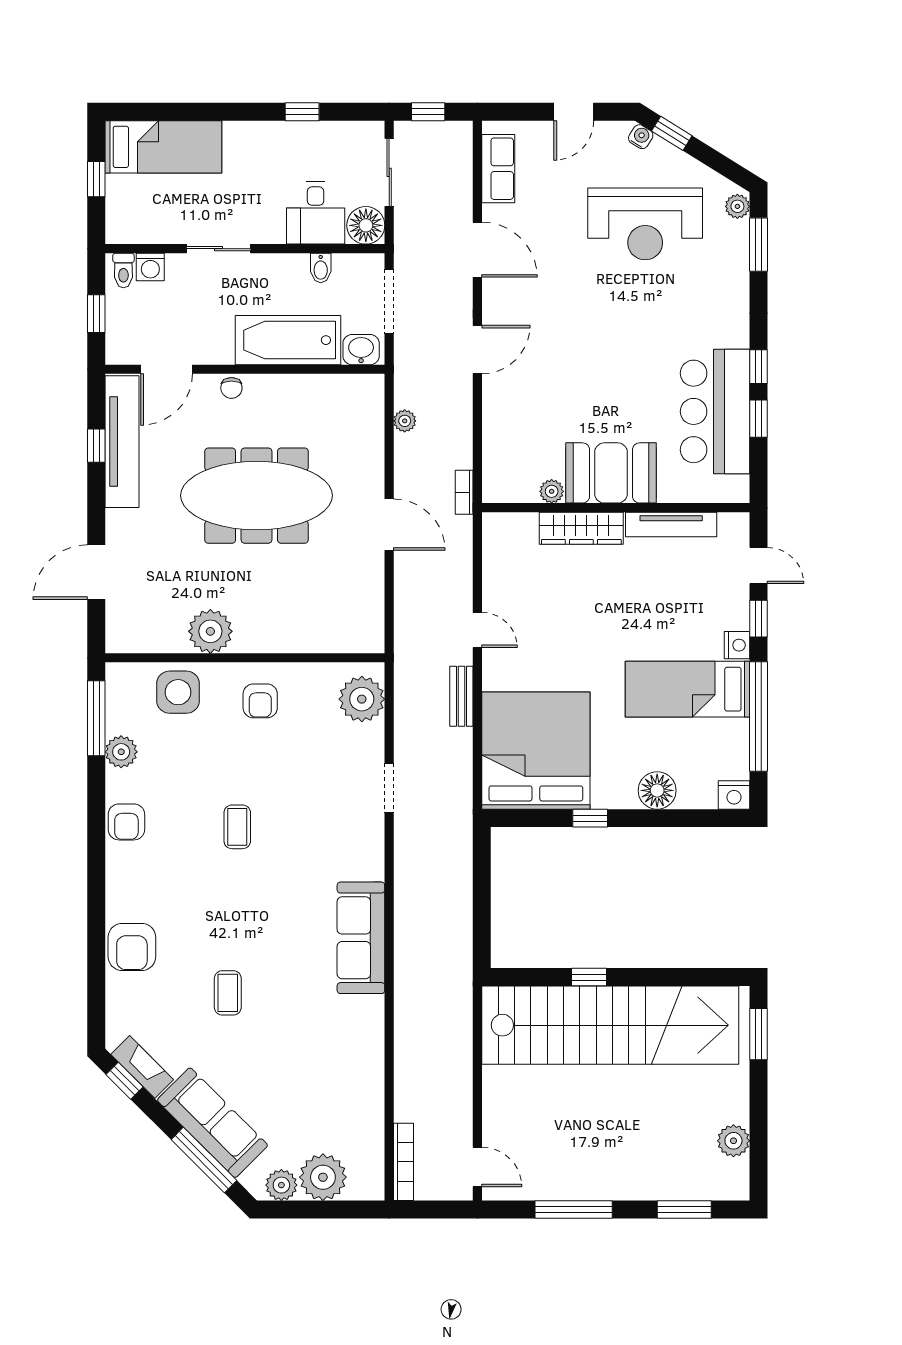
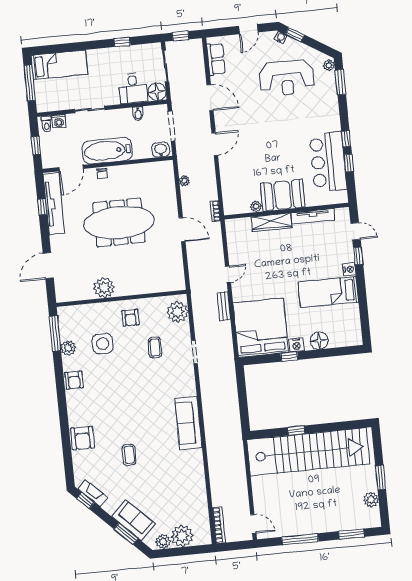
window: (96, 179) -> (30, 83), width x2.17
bathtub: (288, 340) -> (107, 151), moved
door: (477, 630) -> (228, 274), hinge flipped
side table: (178, 692) -> (103, 344), moved
window: (758, 717) -> (363, 301), removed
nightstand: (734, 795) -> (296, 345), moved
coffee table: (237, 827) -> (155, 347), moved
window: (758, 1034) -> (381, 477), moved
sofa: (212, 1123) -> (133, 520), width x0.73
window: (204, 1160) -> (126, 534), width x0.69

